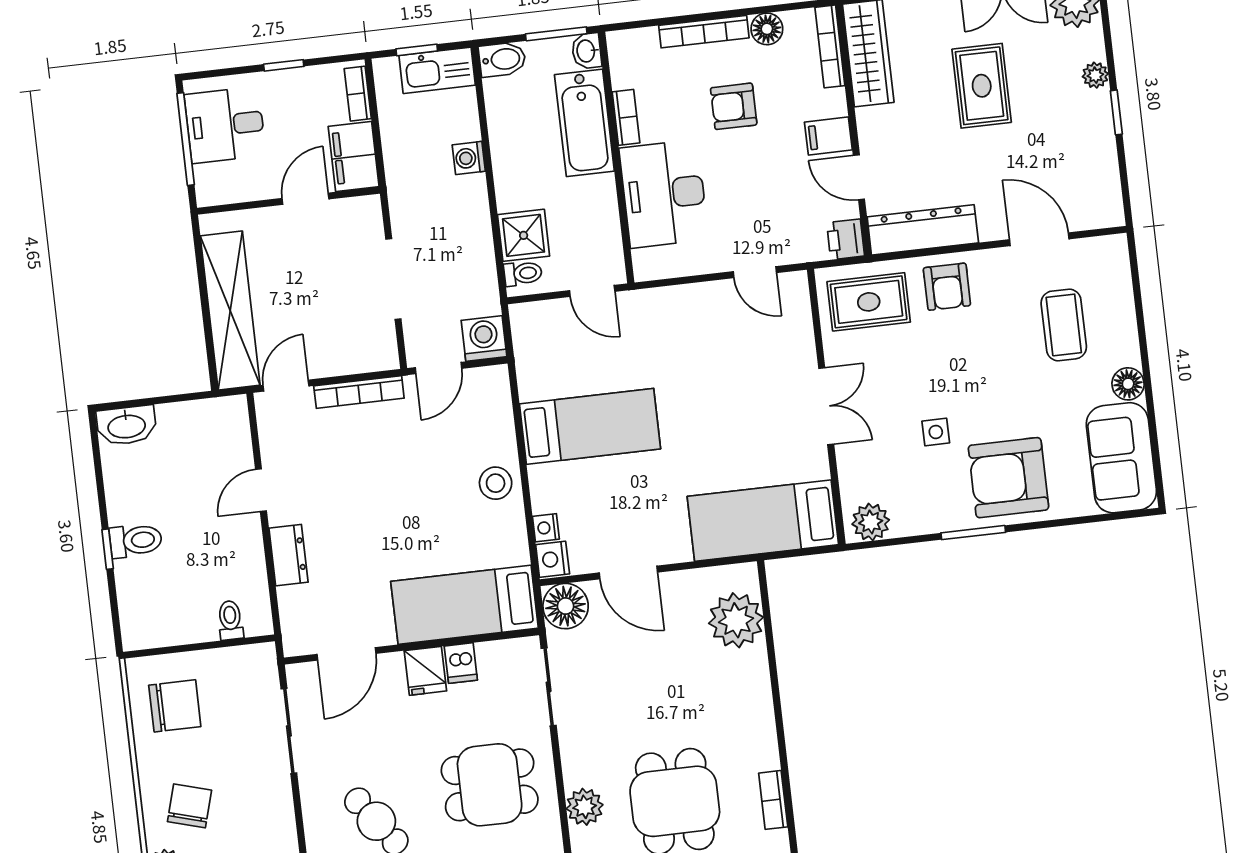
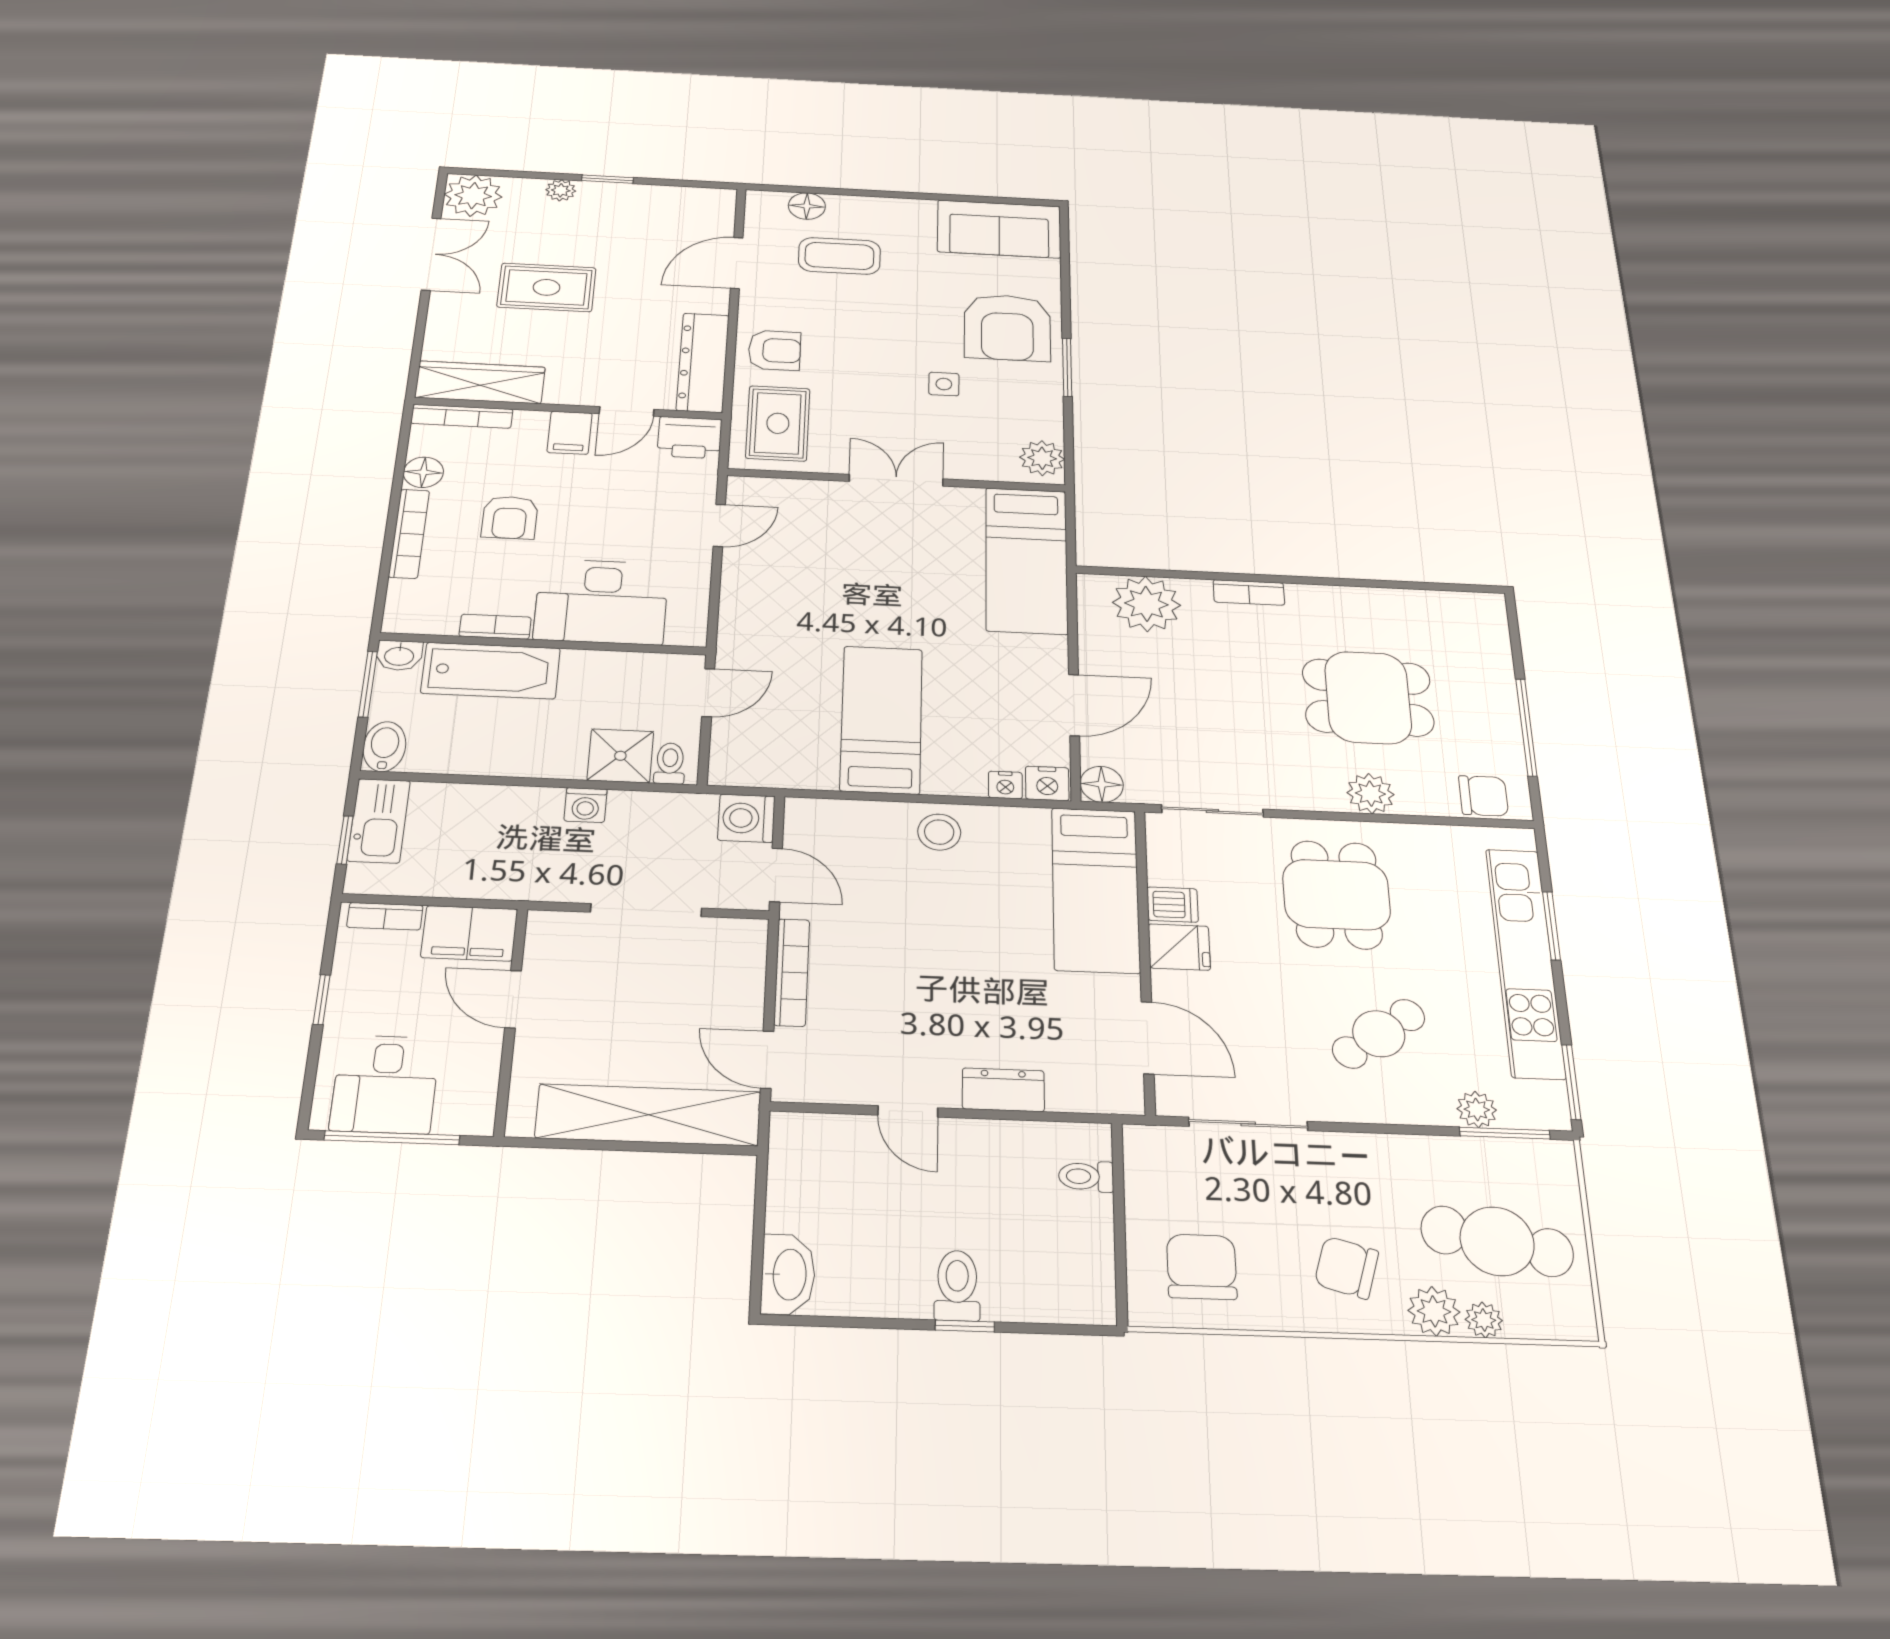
washing machine: (469, 158) -> (585, 805), moved
printer: (846, 239) -> (690, 438), width x1.36, depth x1.24
floor lamp: (1128, 384) -> (807, 206), moved
floor lamp: (566, 606) -> (1102, 784), width x0.73, depth x0.73
bookcase: (773, 800) -> (1249, 592), moved

